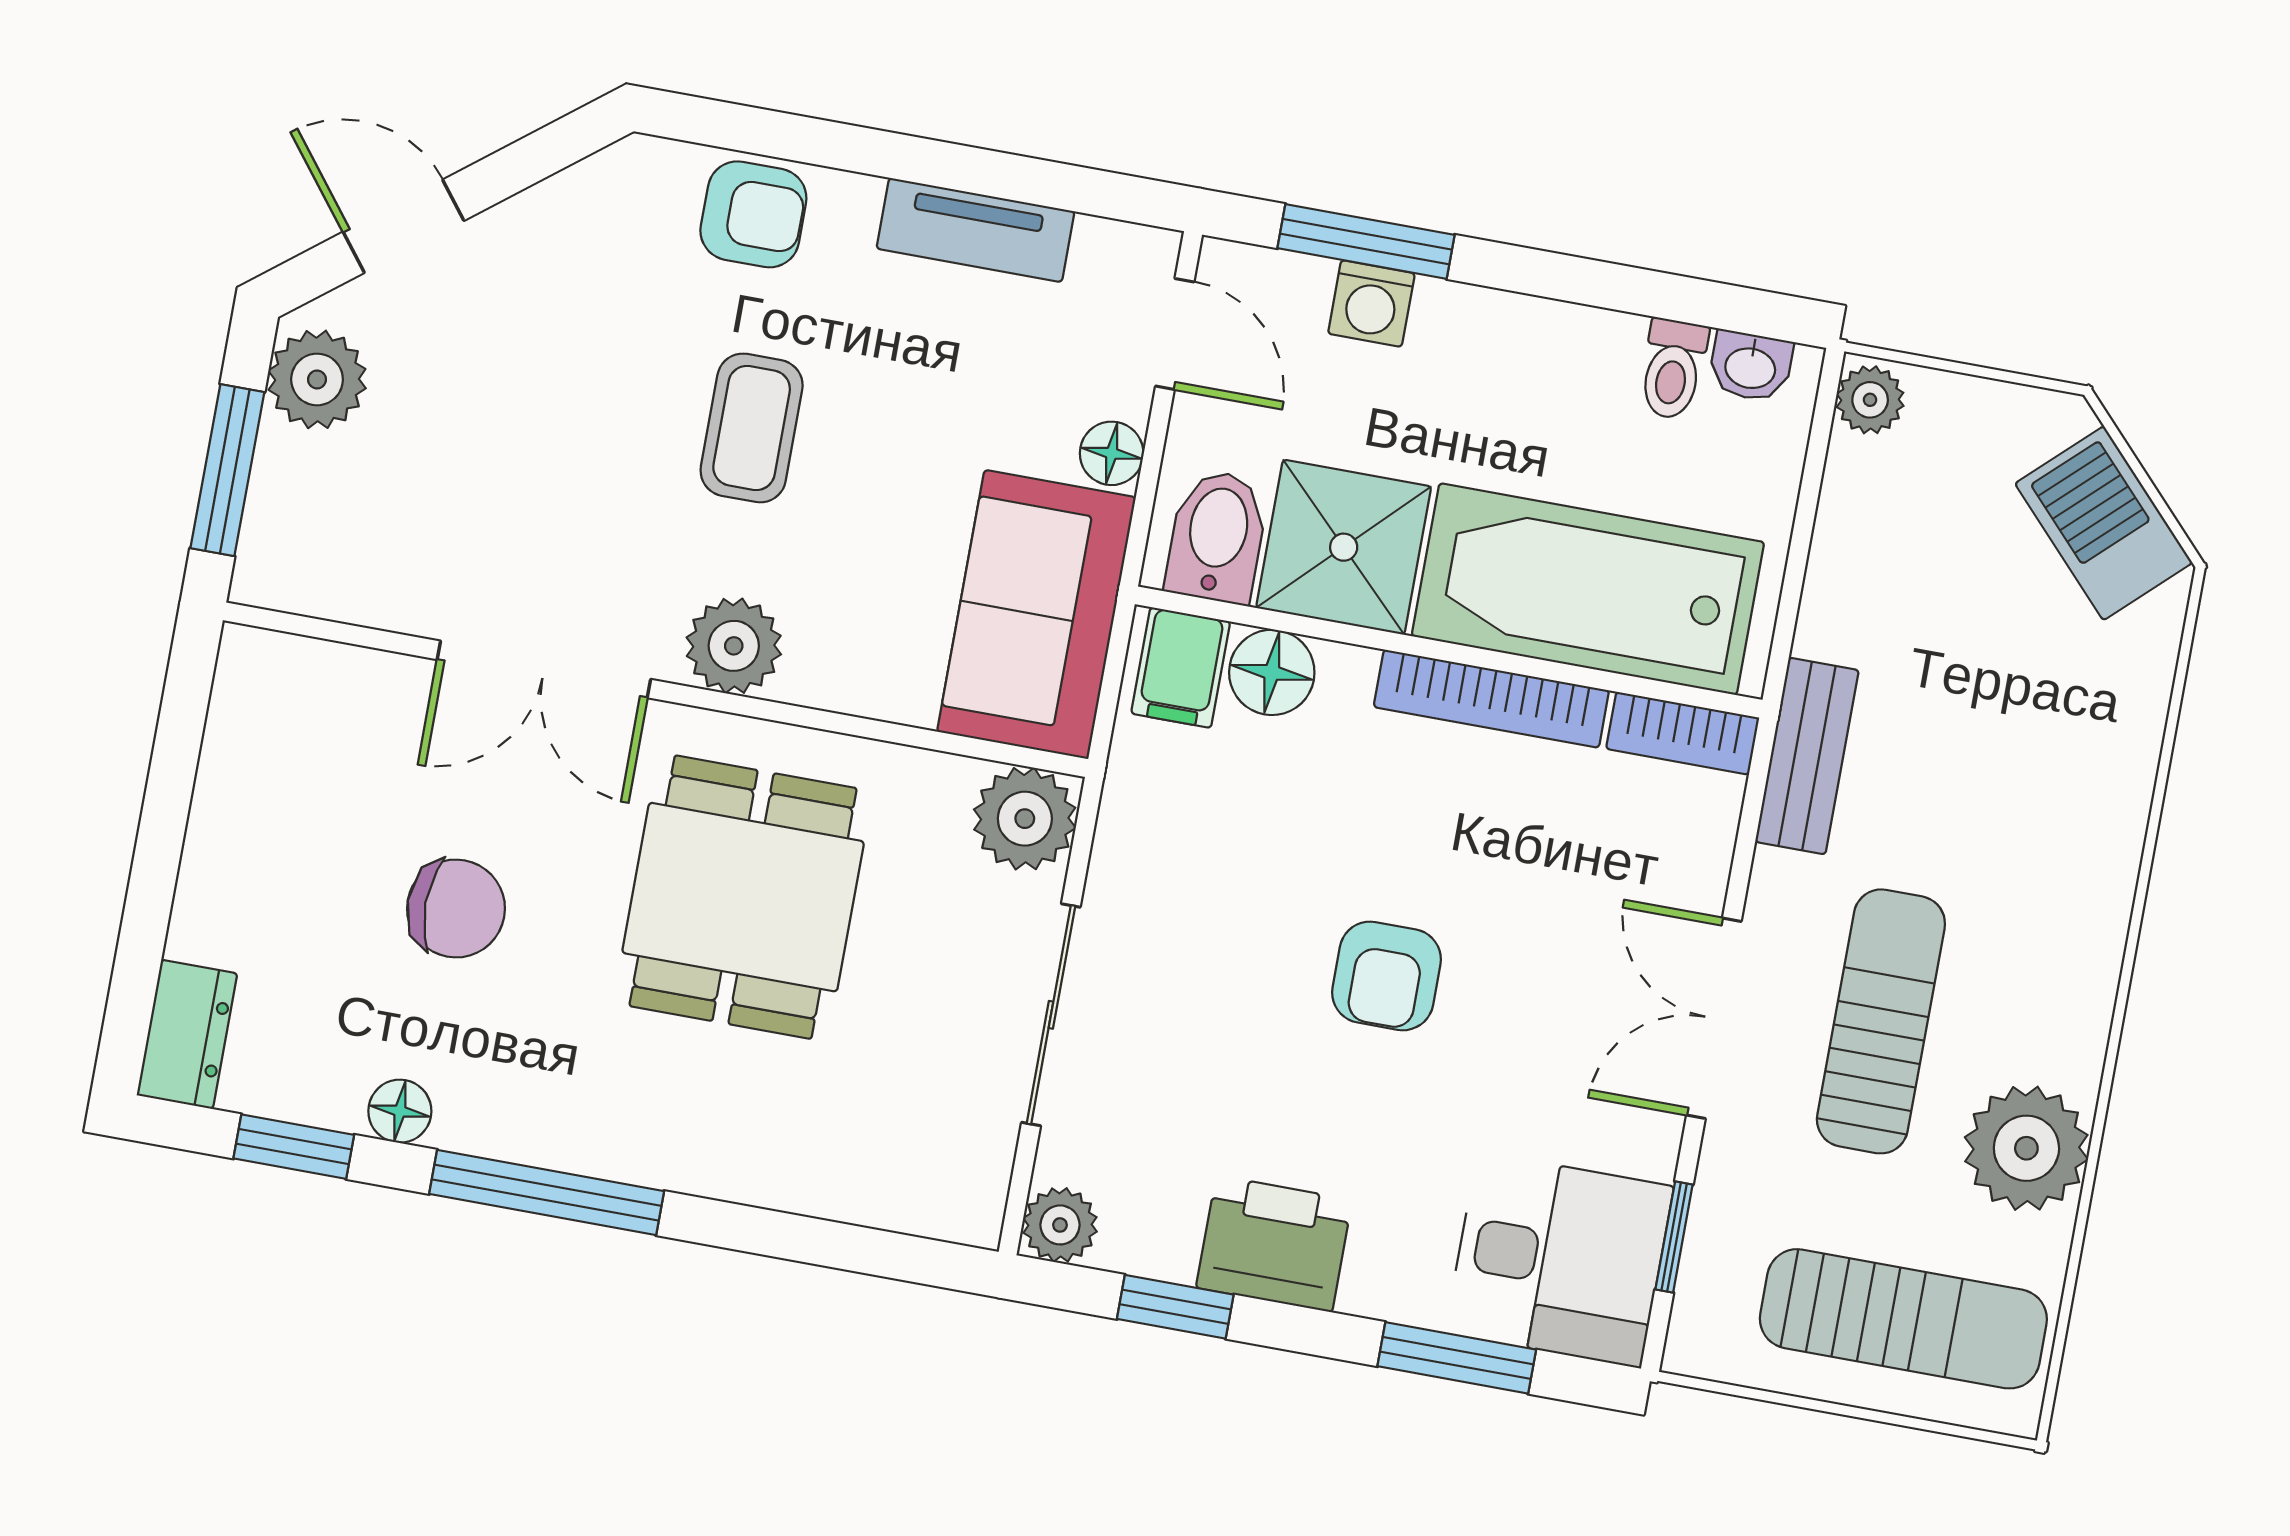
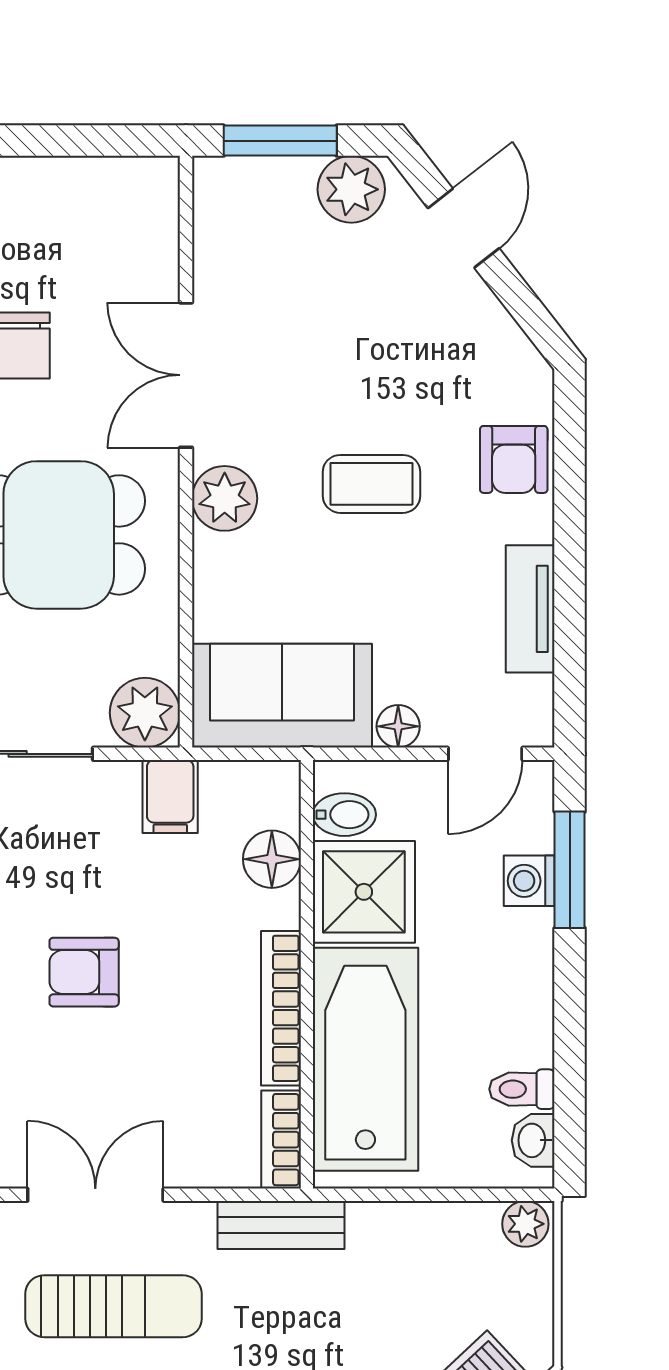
bidet: (1217, 536) -> (344, 815), width x0.72, depth x0.74
filing cabinet: (1181, 668) -> (170, 796), moved, turned -90

